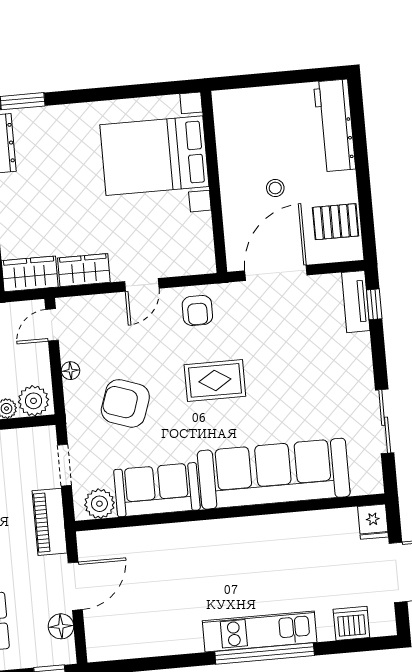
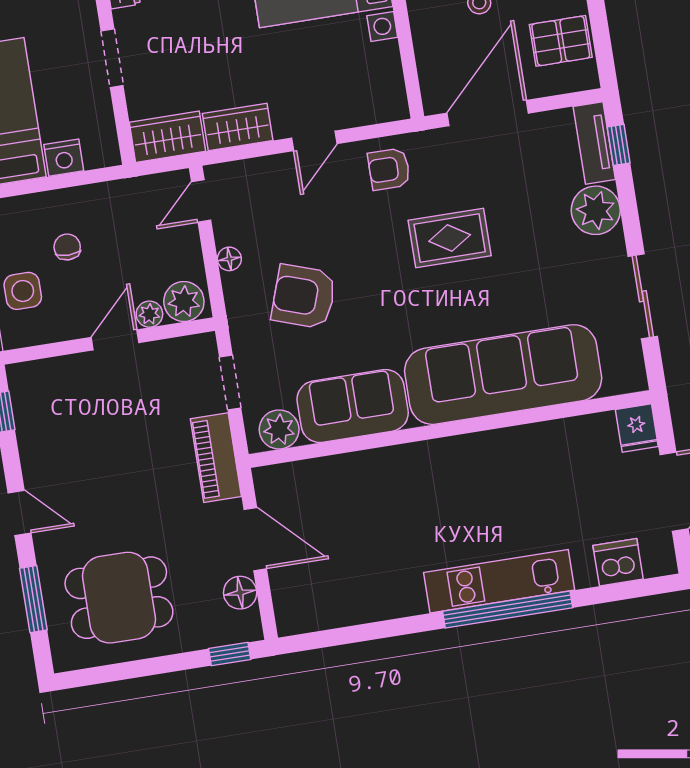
armchair: (197, 310) -> (389, 169), turned 90
plant: (353, 353) -> (596, 210), added
rug: (215, 380) -> (450, 238), moved
door: (75, 586) -> (255, 539), hinge flipped

